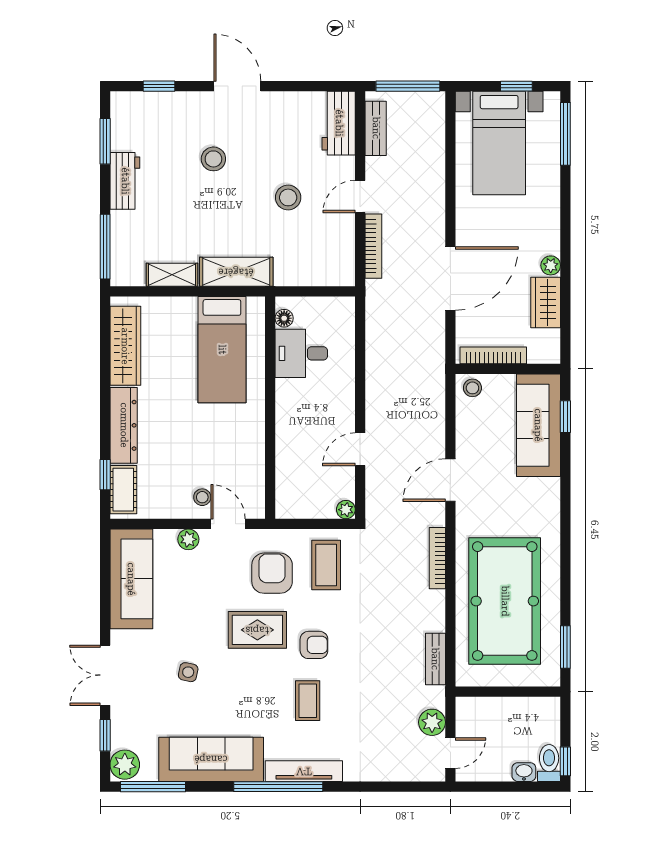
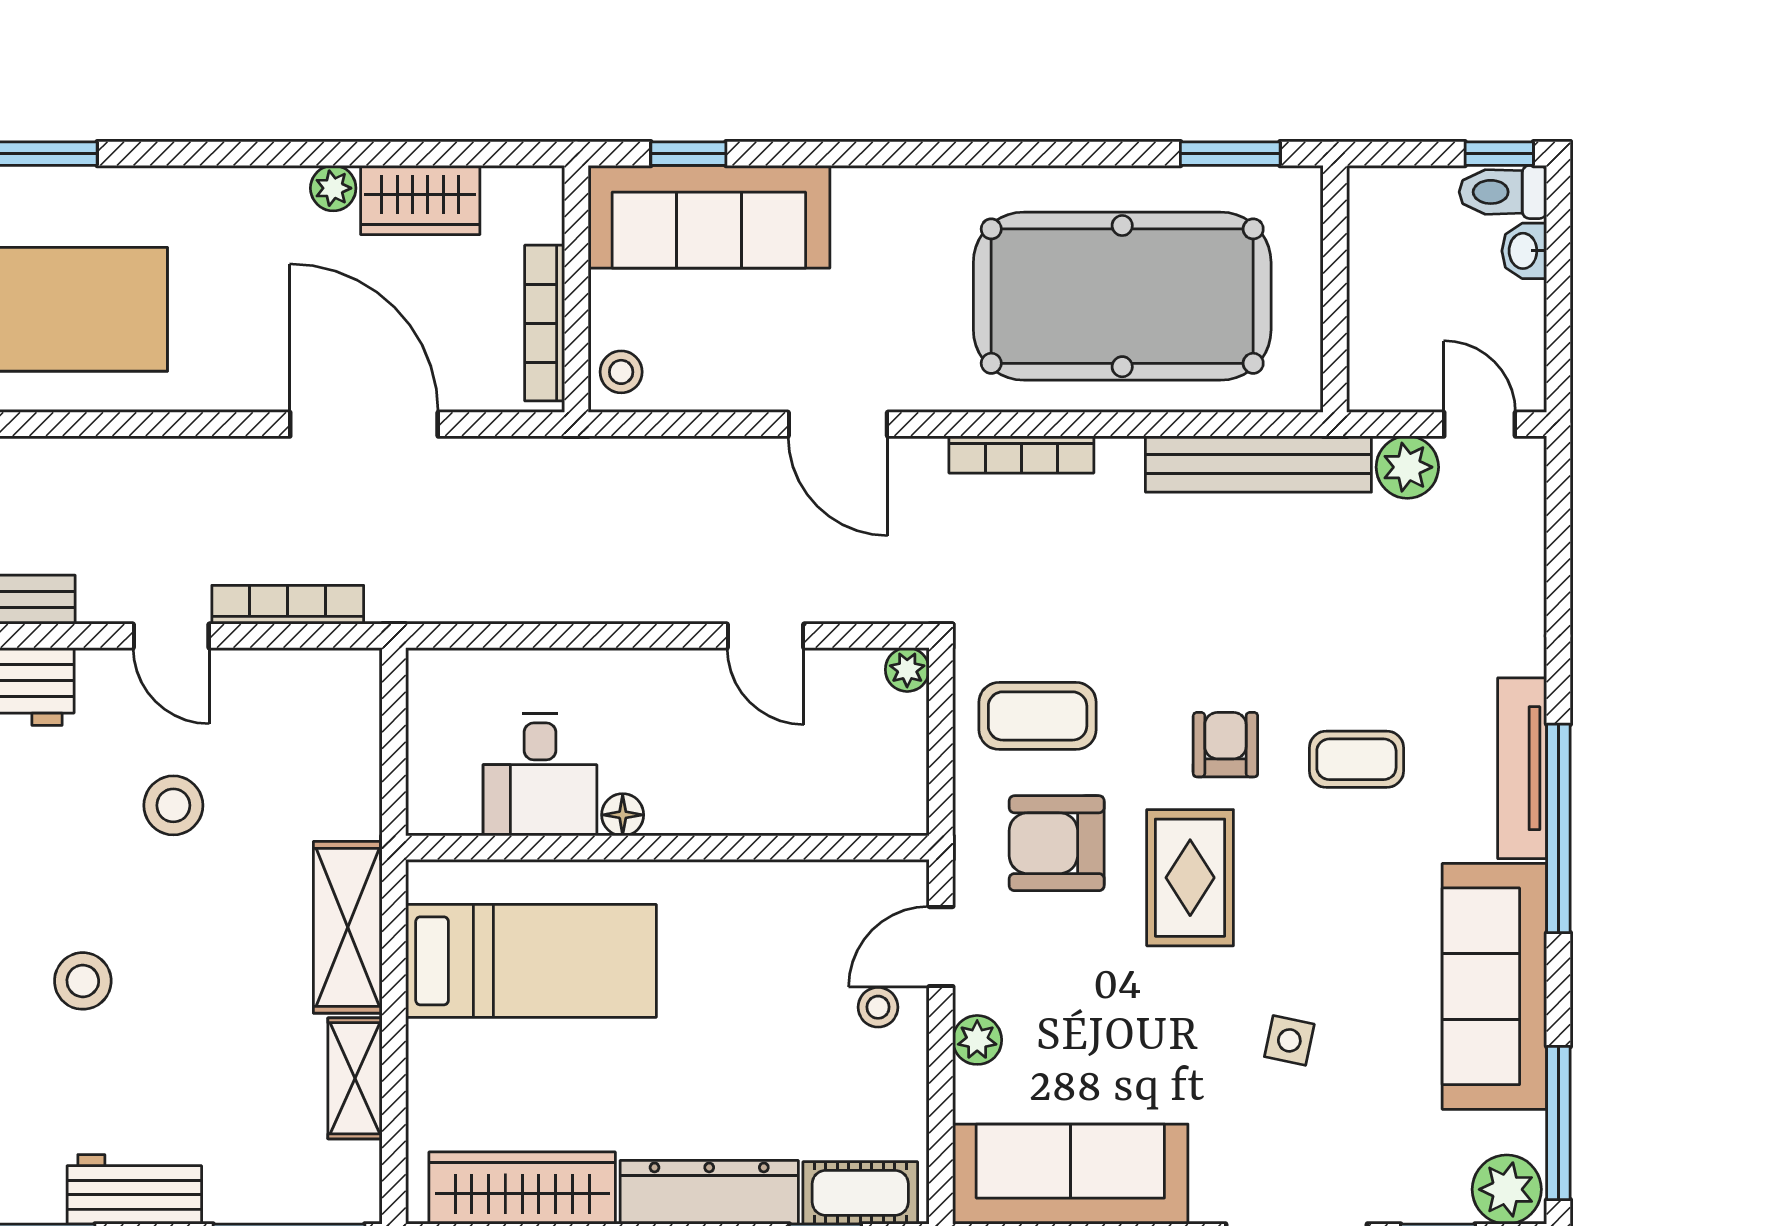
floor lamp: (284, 318) -> (623, 815), moved
bench: (435, 659) -> (1258, 464), width x1.86, depth x1.21

